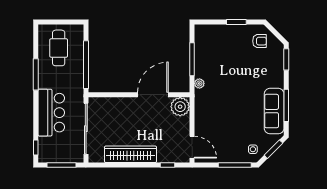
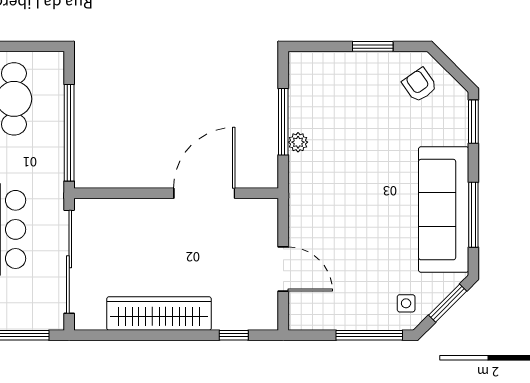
armchair: (260, 41) -> (420, 85), turned -125
plant: (199, 83) -> (298, 142), moved
plant: (180, 107) -> (259, 217), removed
sofa: (274, 111) -> (444, 210), width x1.36, depth x1.27
door: (192, 147) -> (283, 269), moved

